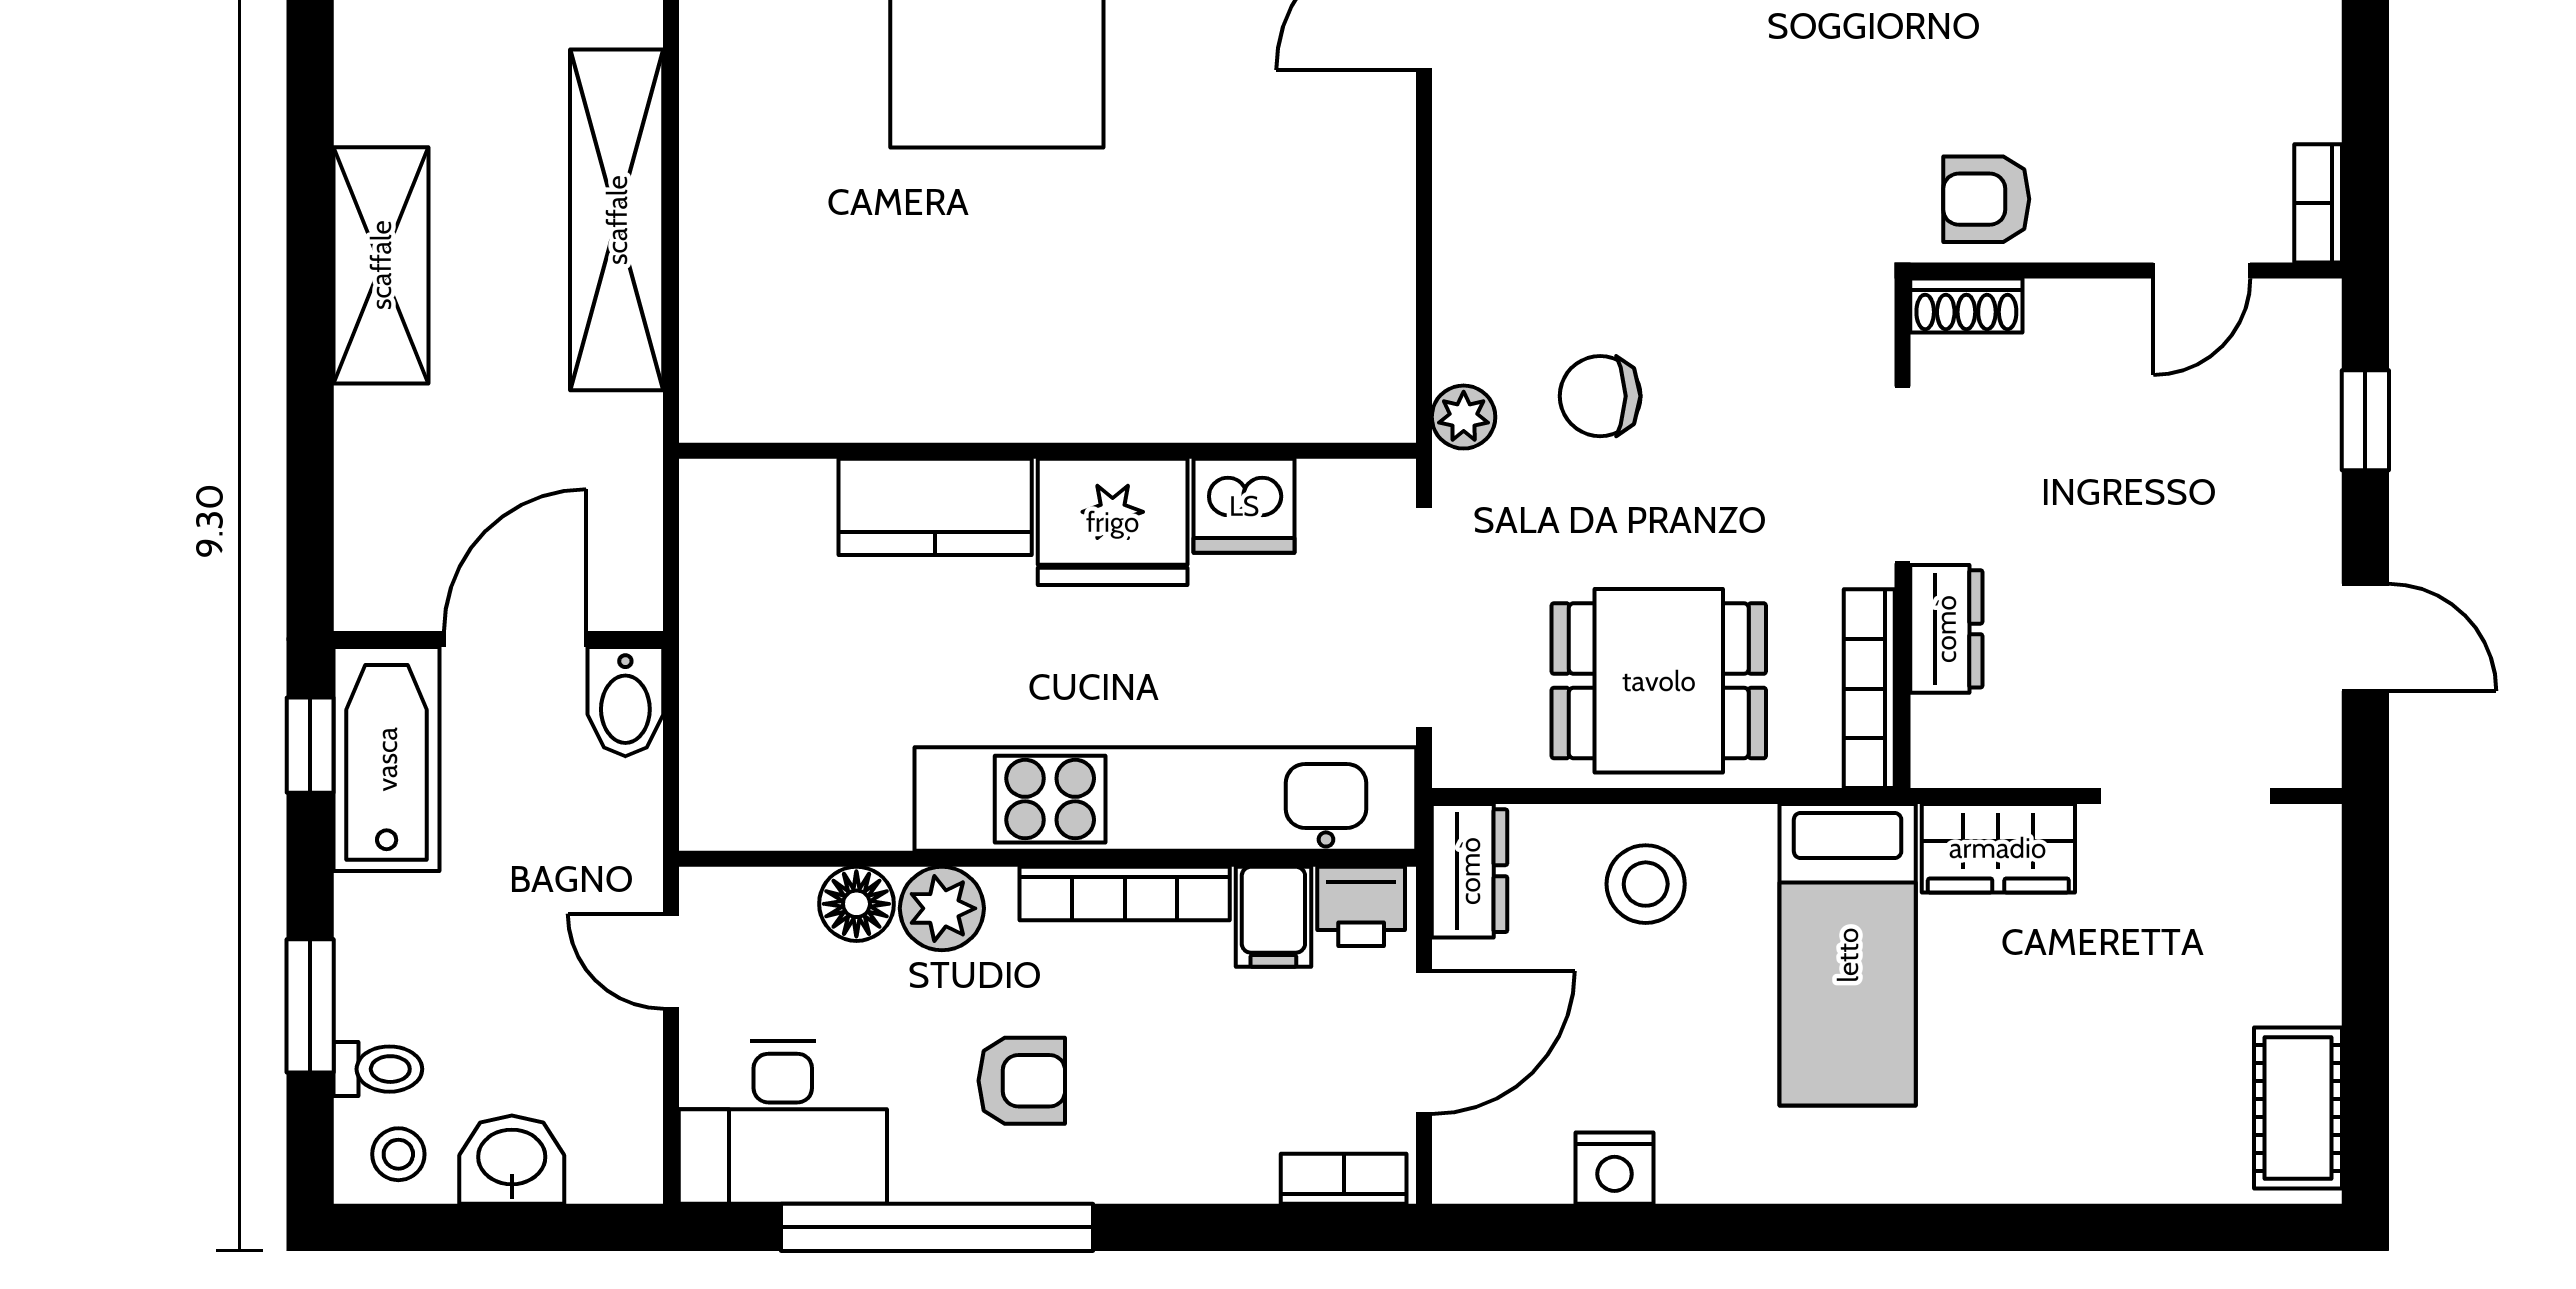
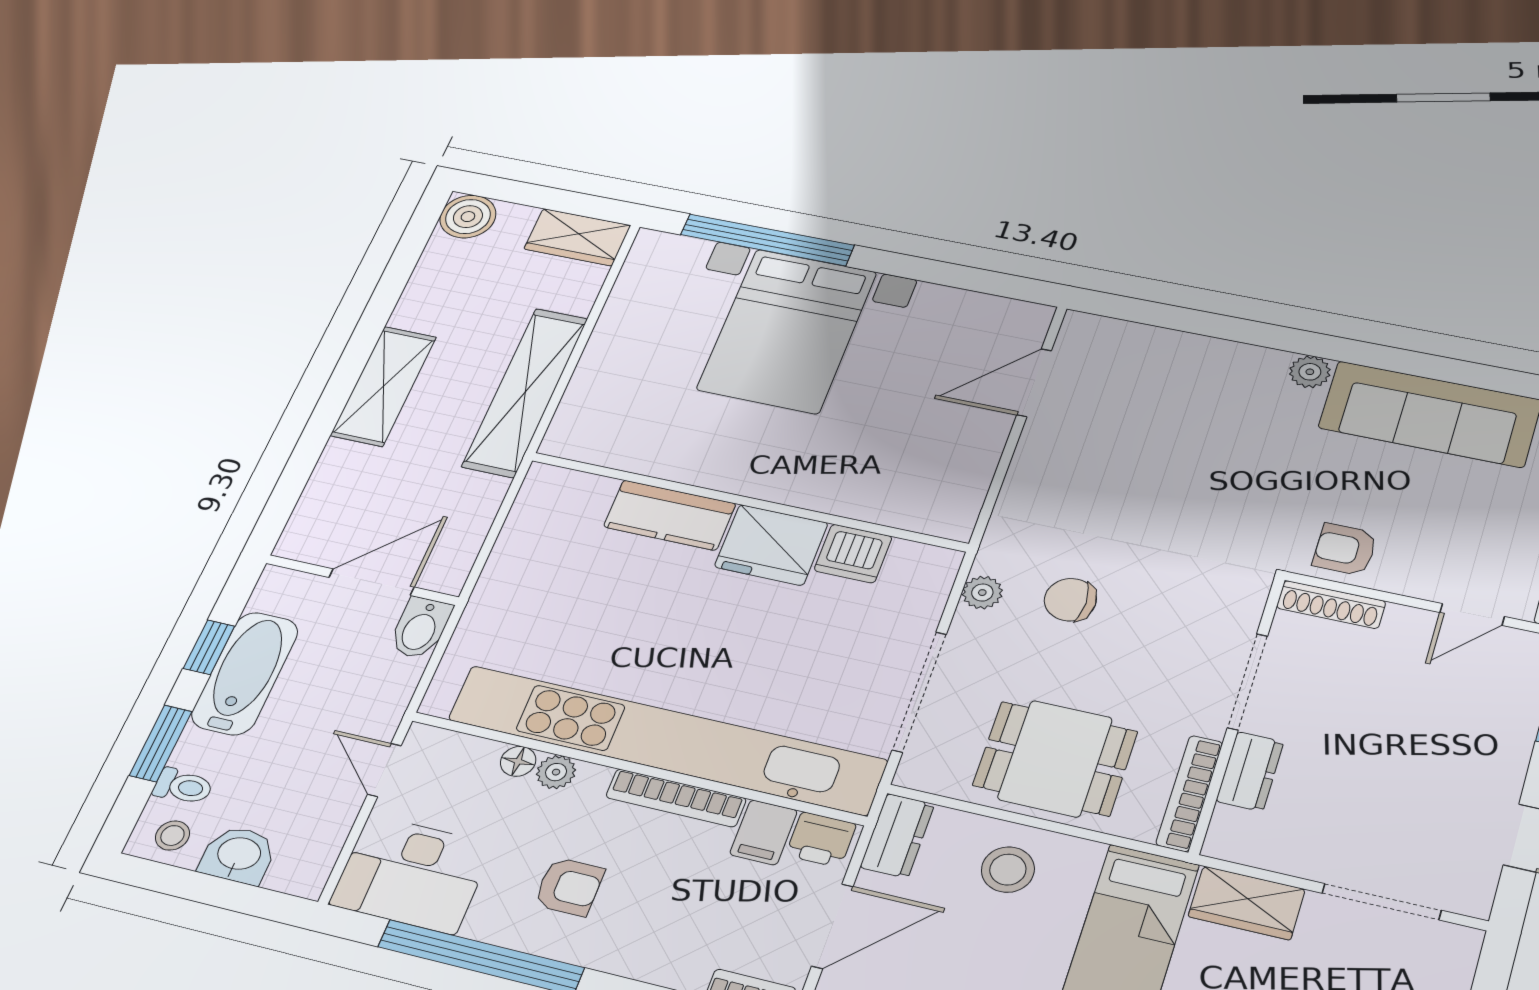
shoe rack: (1966, 305) -> (1331, 605), width x1.43
wall: (1048, 451) -> (747, 502), moved
dishwasher: (1244, 506) -> (853, 553), moved
kitchen counter: (935, 507) -> (670, 515), moved
fridge: (1113, 522) -> (771, 545), moved
window: (310, 745) -> (209, 647), moved
bathtub: (387, 759) -> (245, 673), moved
kitchen unit: (1165, 799) -> (666, 740), width x1.36
floor lamp: (856, 904) -> (518, 761), width x0.73, depth x0.73
plant: (942, 908) -> (556, 772), width x0.73, depth x0.73

